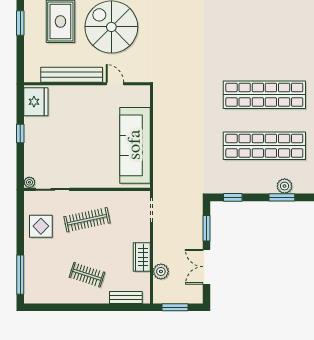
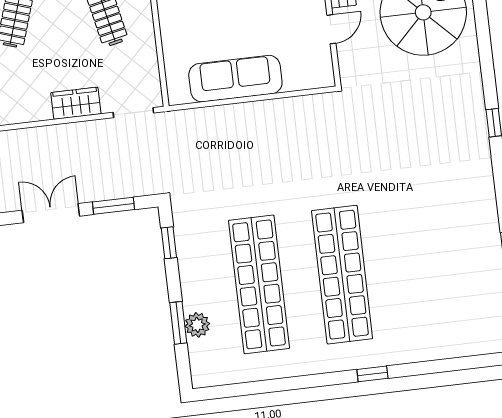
sofa: (135, 145) -> (235, 79), width x0.74, depth x0.79
wardrobe: (142, 257) -> (76, 103), moved
plant: (161, 271) -> (34, 140), removed

